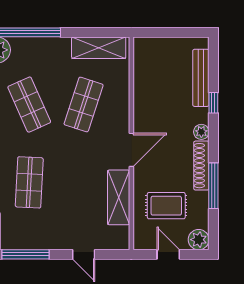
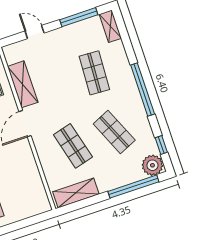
shop shelf: (84, 105) -> (73, 146), turned -33

